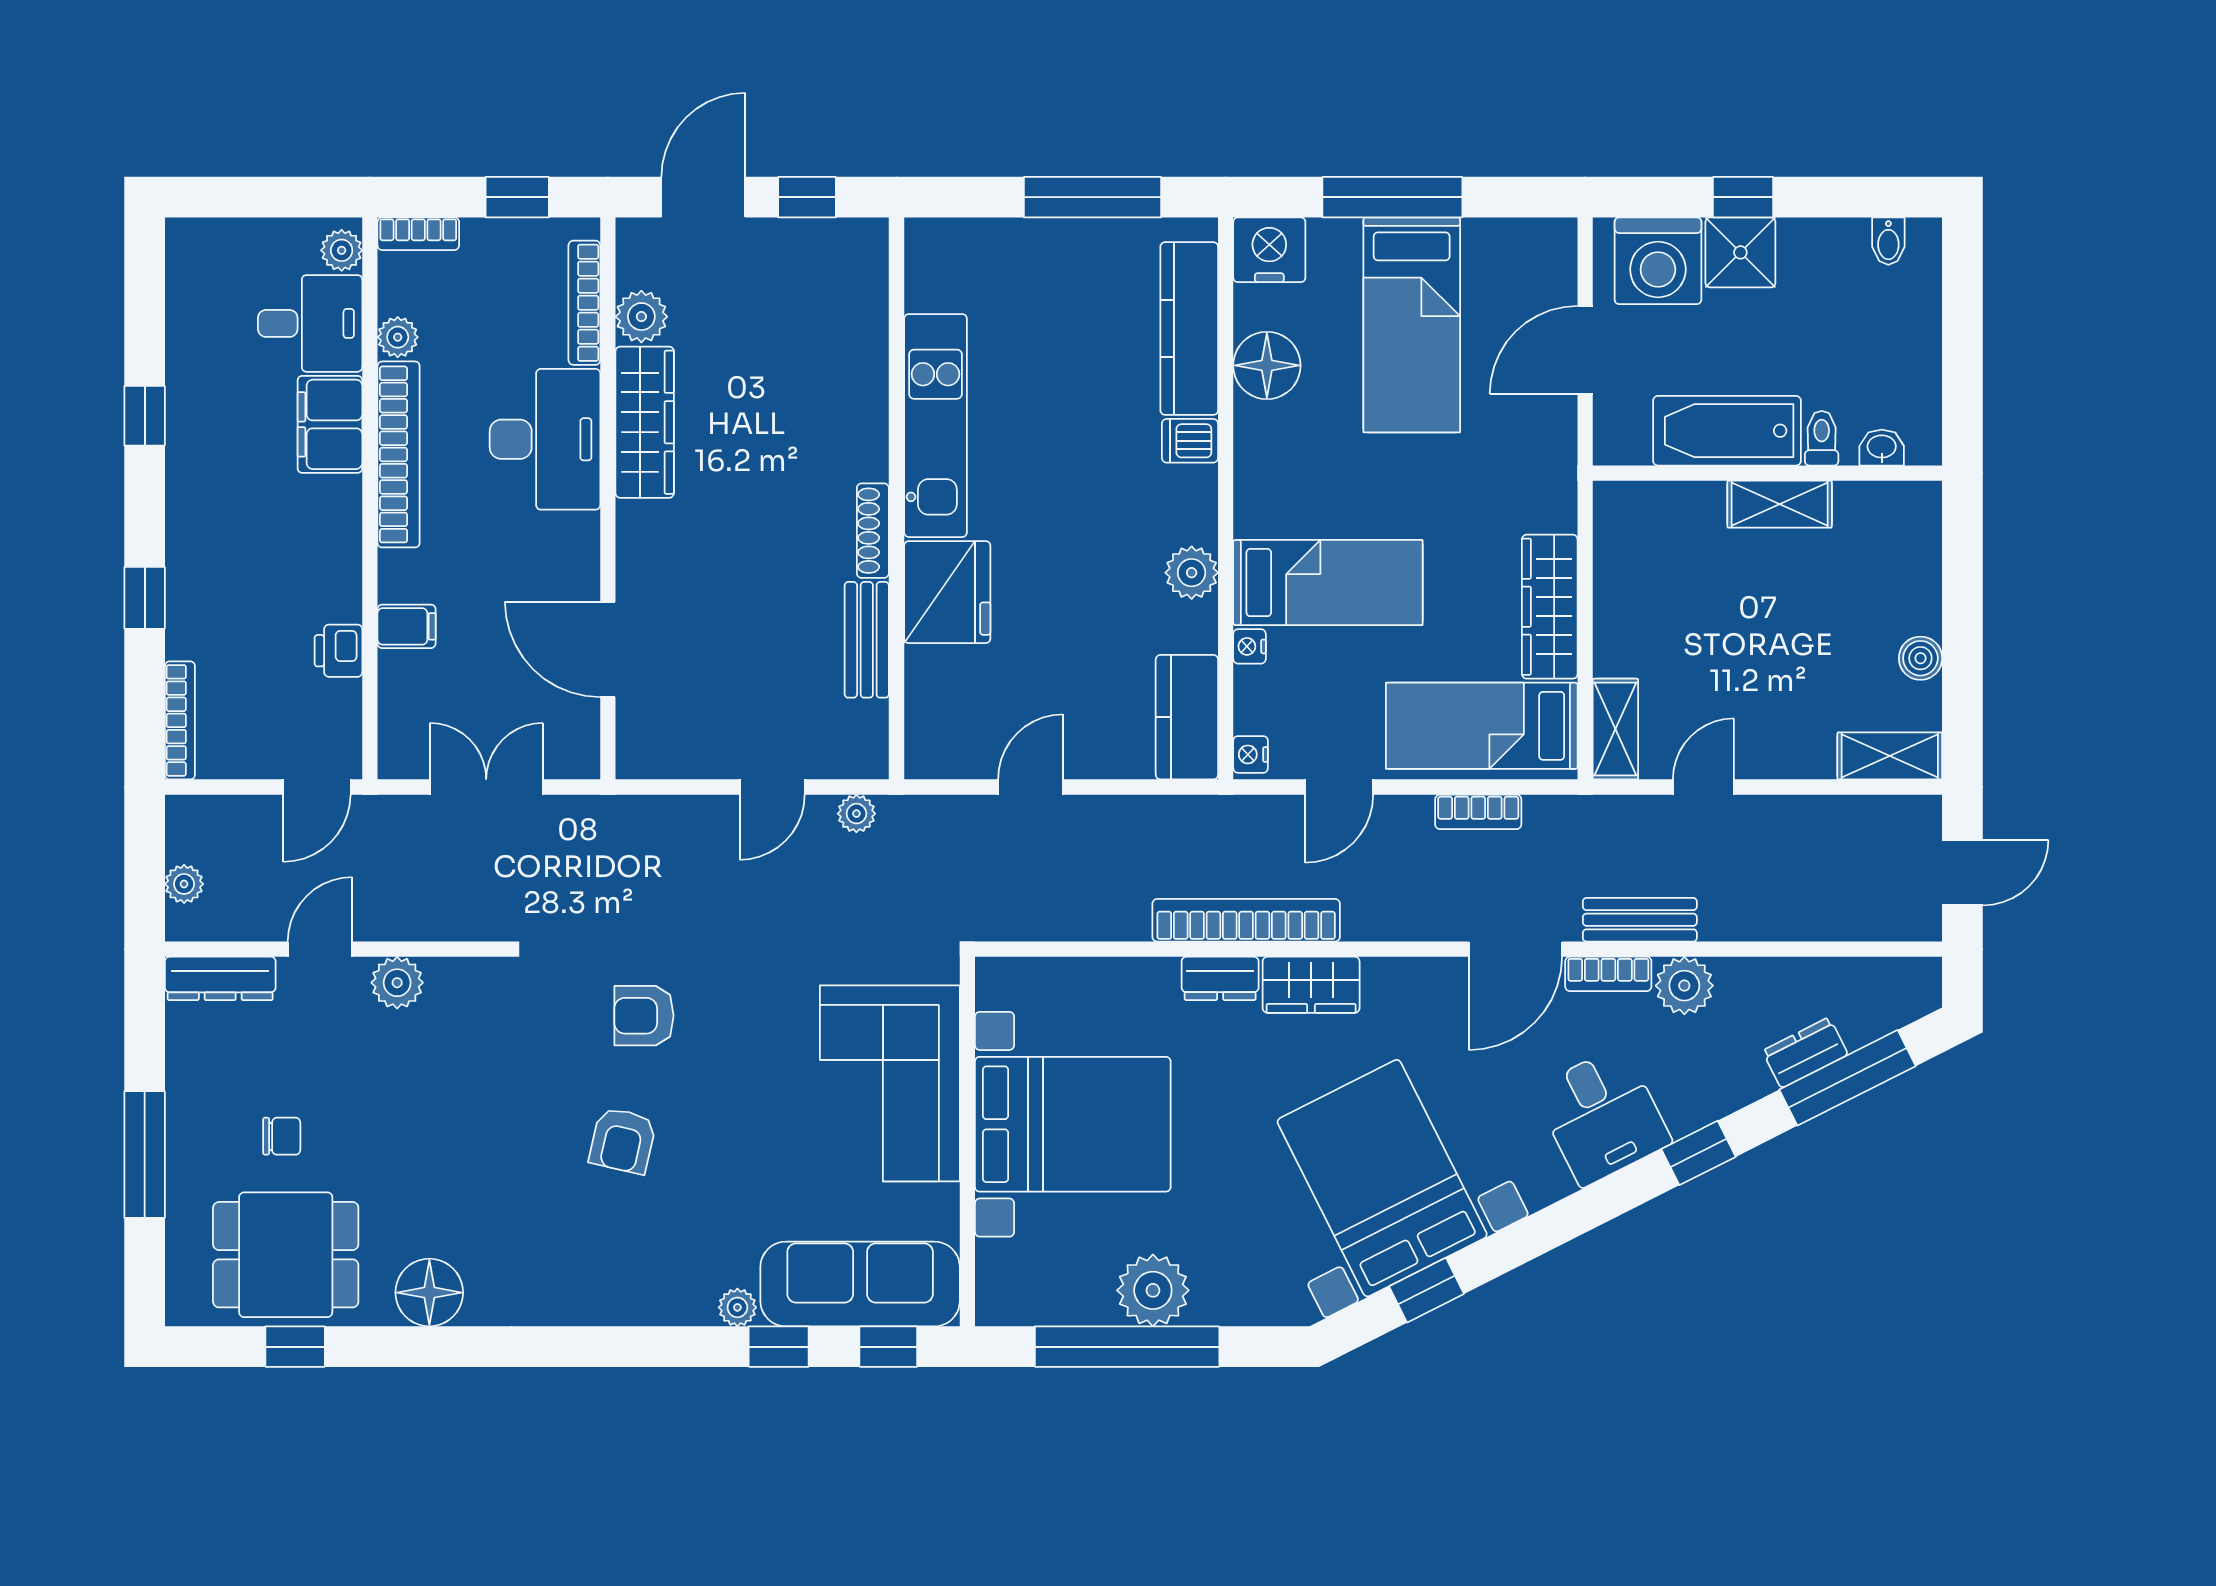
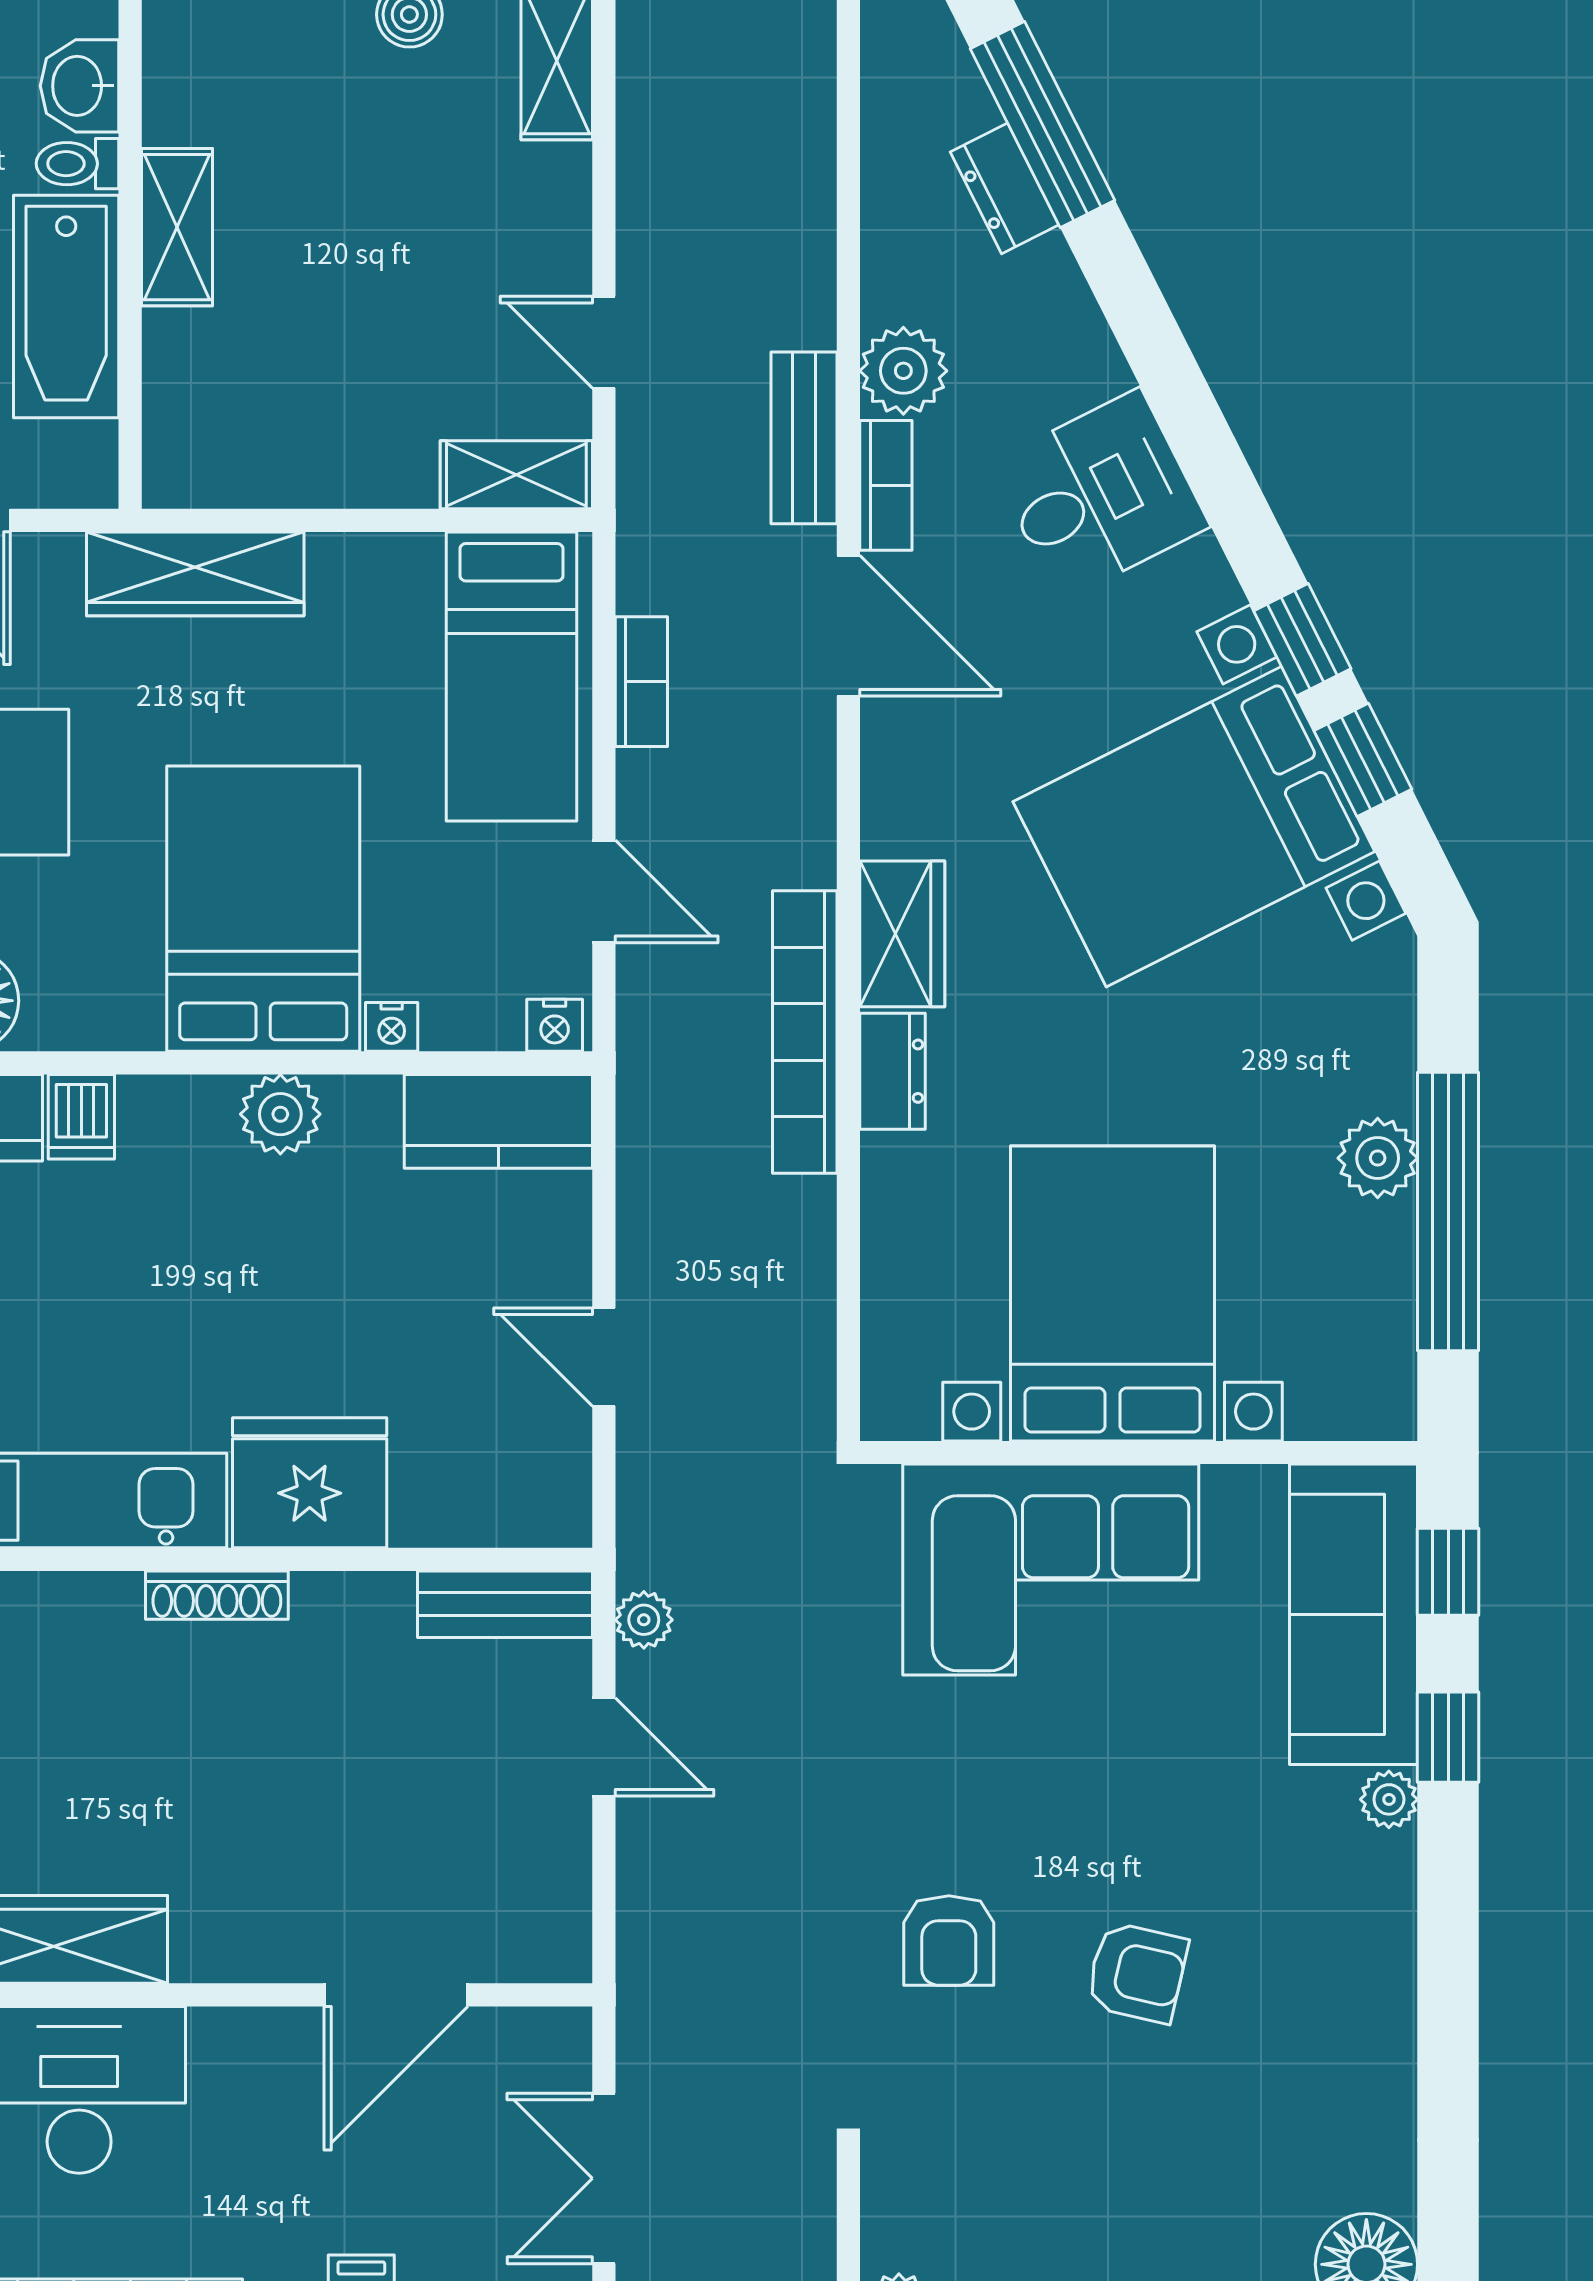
washbasin: (1882, 448) -> (79, 86), width x1.38, depth x1.45
bed: (1328, 583) -> (263, 909), width x1.50
wardrobe: (1550, 607) -> (195, 574), moved
bench: (867, 640) -> (505, 1604), moved
window: (1699, 1153) -> (1302, 640), moved
plant: (1153, 1290) -> (1378, 1158), width x0.73, depth x0.73

